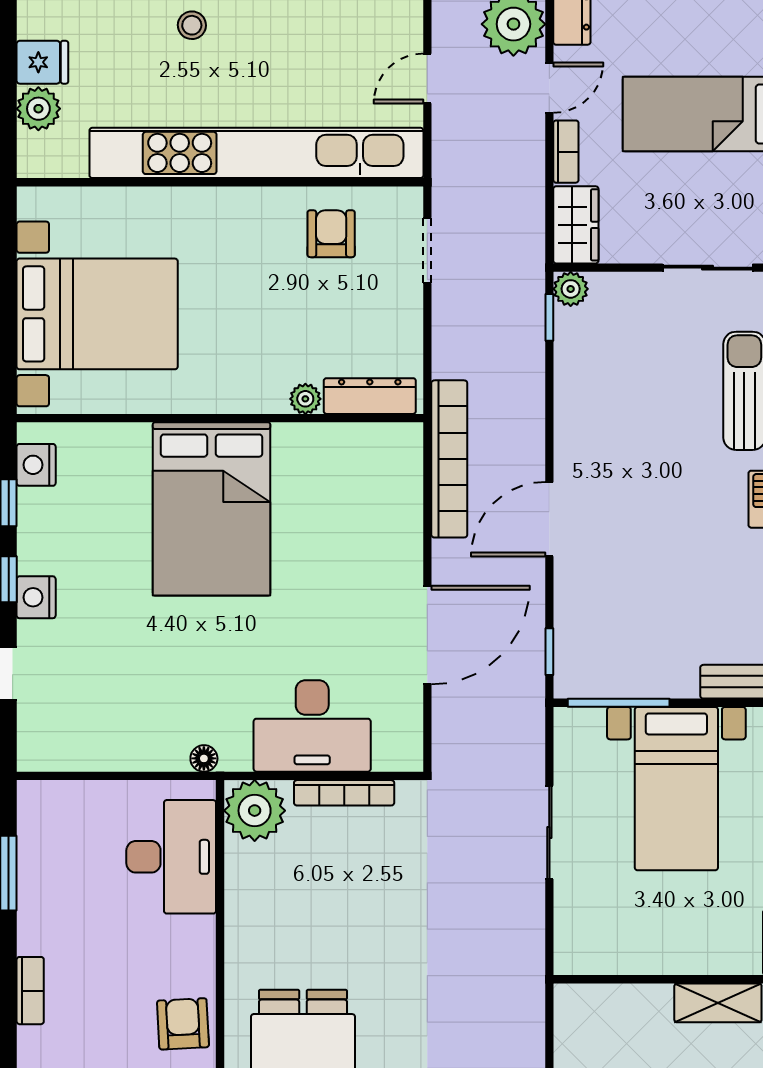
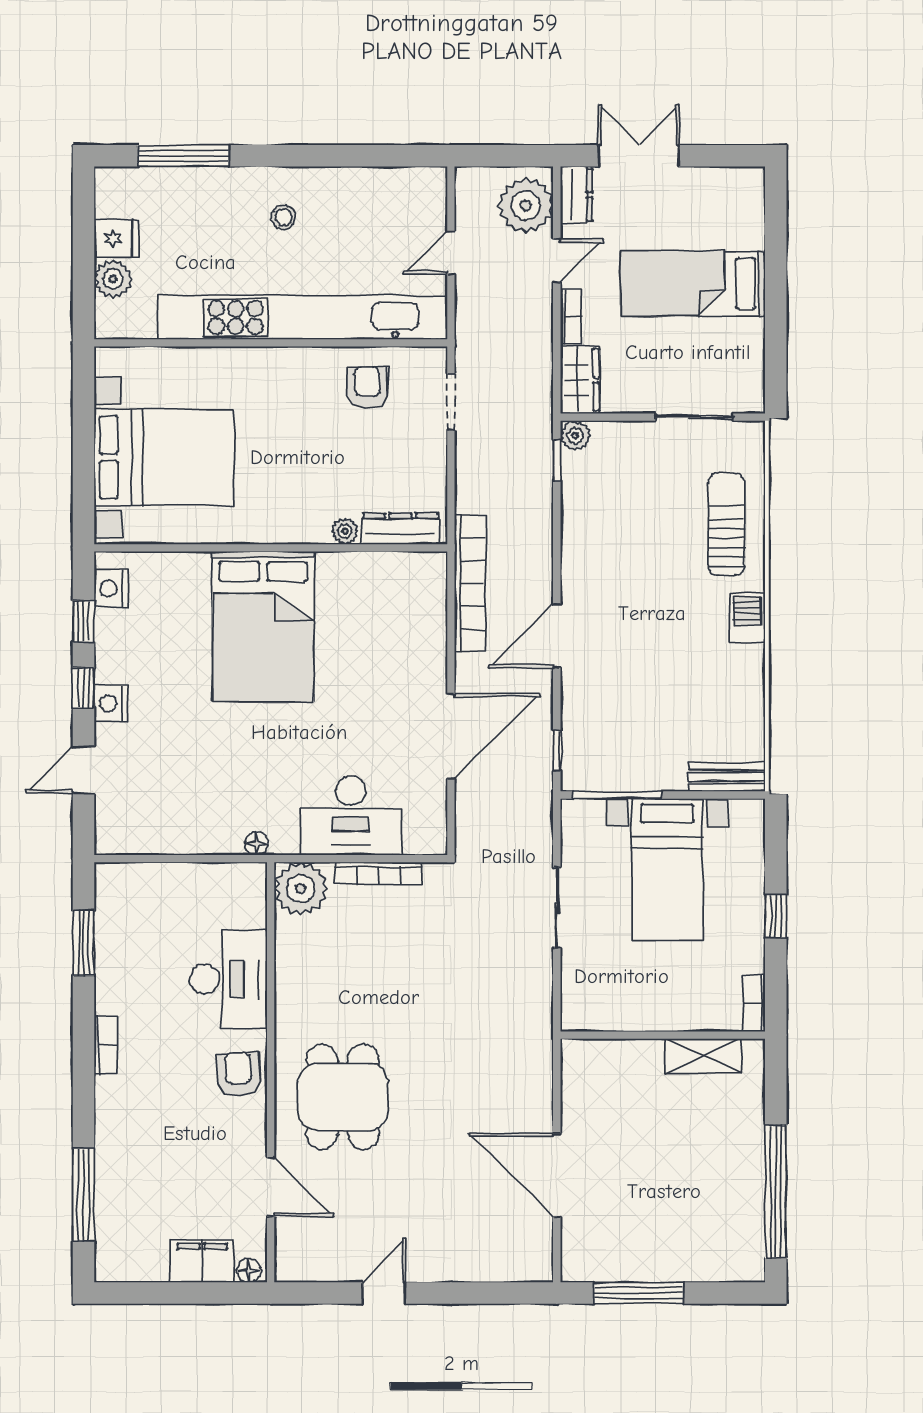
stool: (192, 25) -> (284, 217), moved
desk: (171, 857) -> (228, 979), moved

